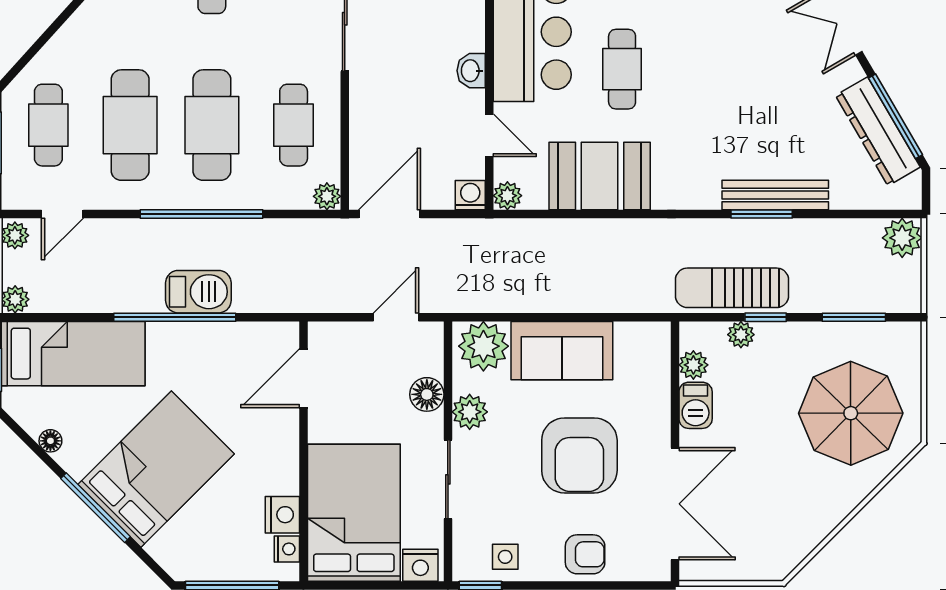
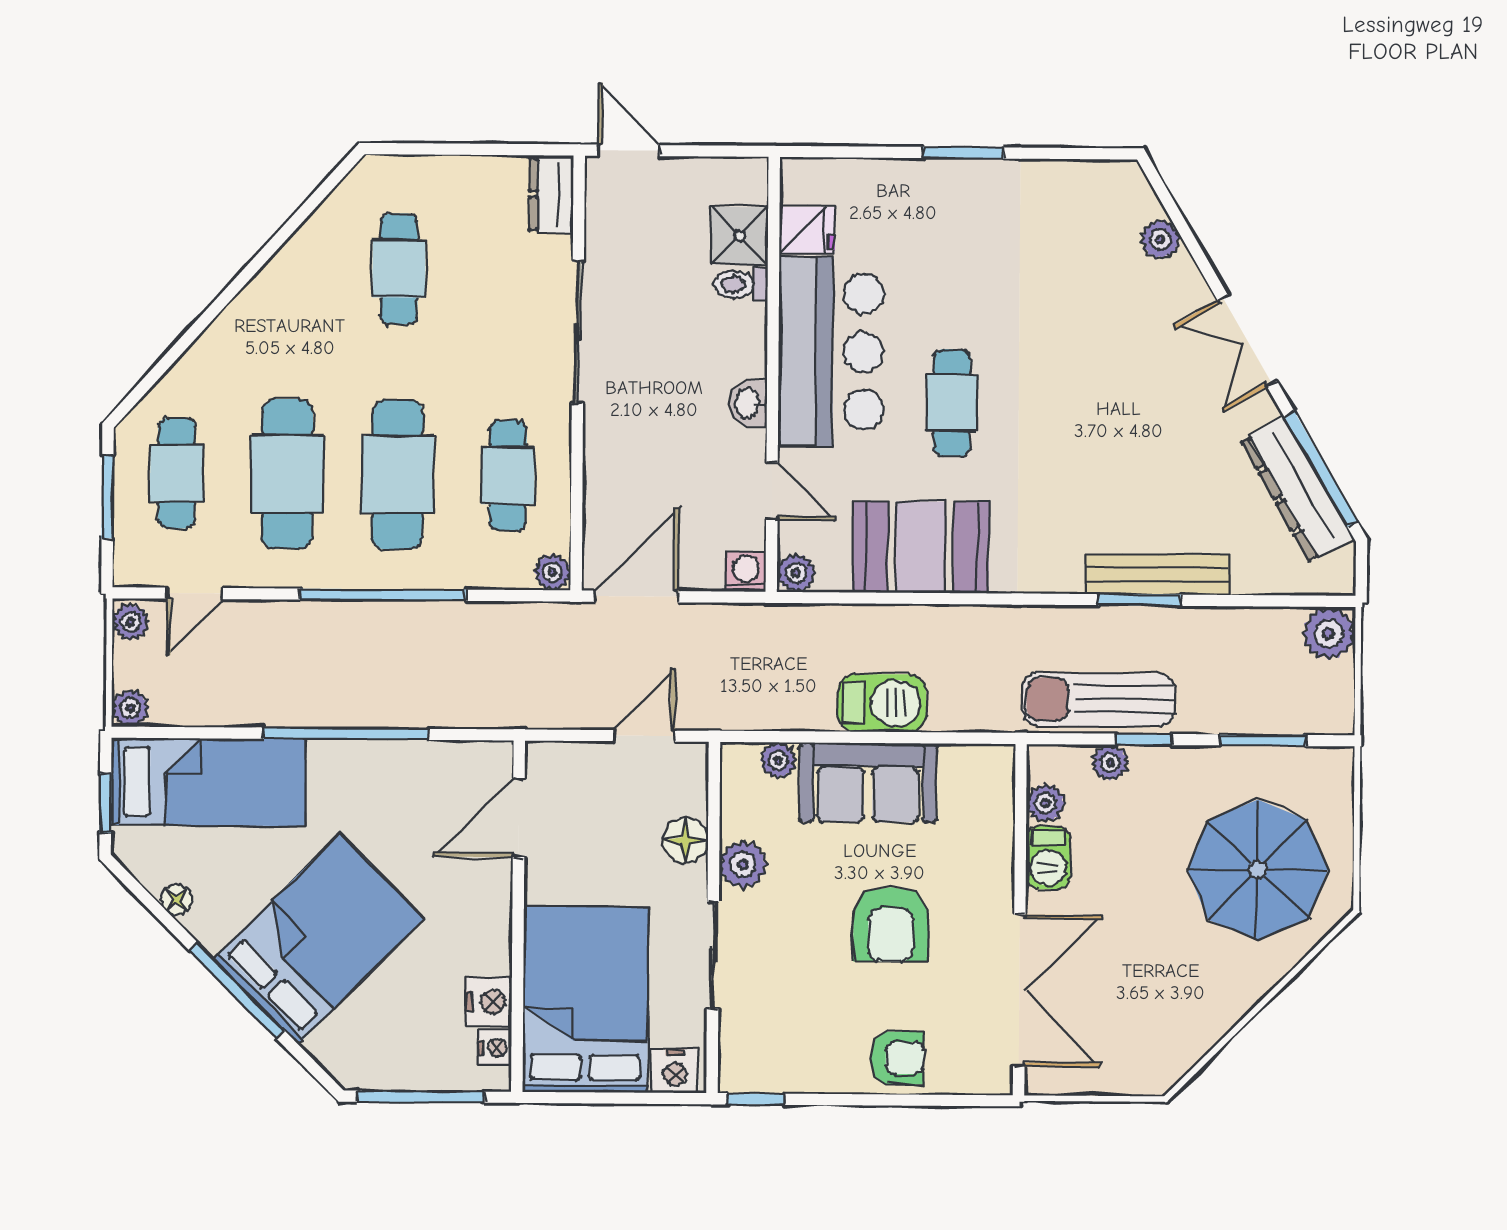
barbecue: (198, 292) -> (882, 703), moved
plant: (483, 346) -> (778, 760), width x0.53, depth x0.53
armchair: (579, 455) -> (891, 924), width x0.73, depth x0.73
side table: (505, 557) -> (790, 1061), removed

